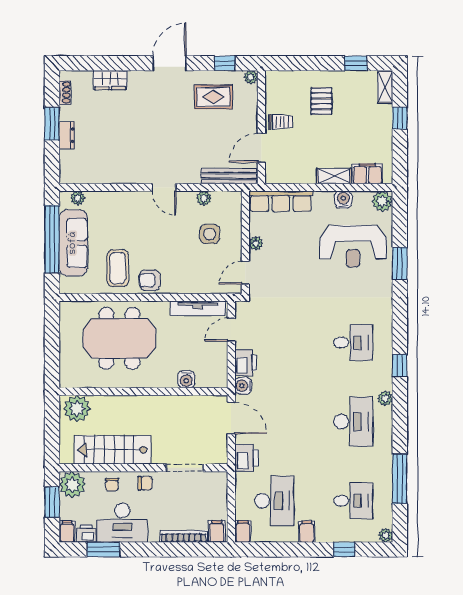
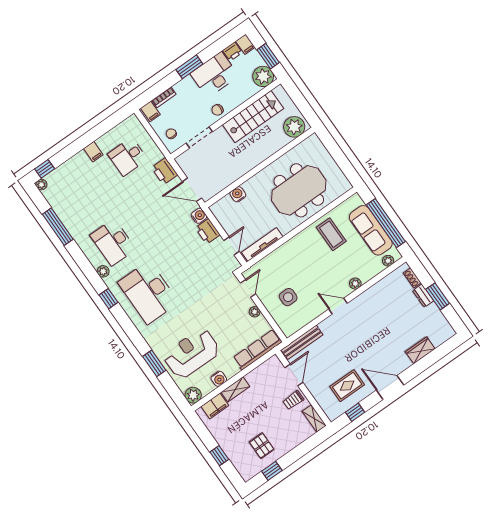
door: (170, 63) -> (390, 387), swing flipped
plant: (251, 77) -> (332, 415), removed
shelving: (385, 87) -> (314, 418), moved
shoe rack: (65, 92) -> (412, 278), moved
pallet: (321, 101) -> (262, 446), moved
plant: (204, 198) -> (355, 284), moved
armchair: (150, 280) -> (305, 241), removed
desk: (353, 343) -> (148, 292), width x1.87, depth x1.30
chair: (112, 484) -> (171, 134), moved
desk: (274, 501) -> (128, 157), width x0.73
desk: (353, 501) -> (78, 192), removed
filing cabinet: (243, 531) -> (134, 123), removed
bookcase: (184, 536) -> (164, 97), width x0.64
window: (104, 549) -> (189, 67), moved
window: (344, 549) -> (45, 169), moved

